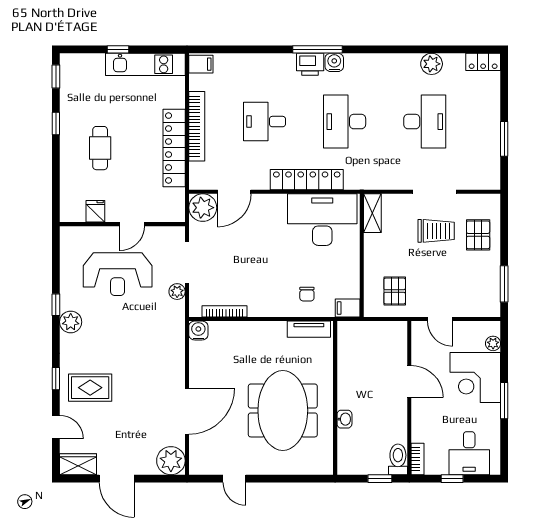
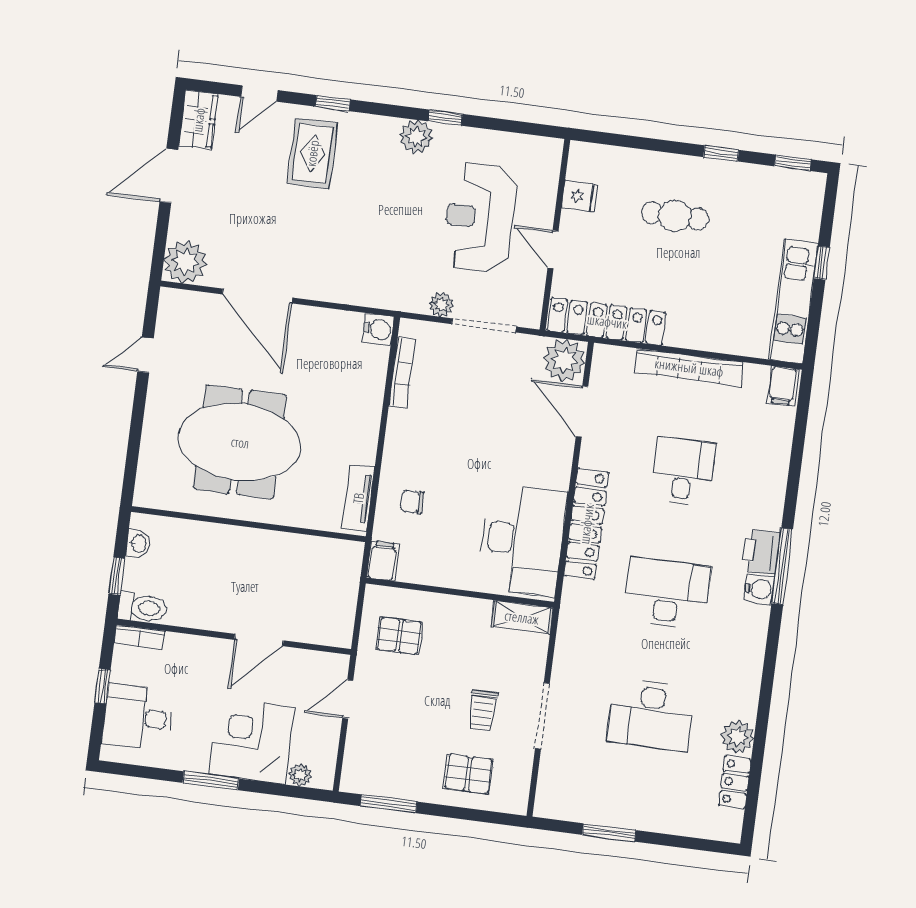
locker: (483, 62) -> (735, 782), moved
locker: (174, 148) -> (607, 321), moved
trolley: (436, 231) -> (483, 711), width x0.73, depth x0.72
washbasin: (344, 419) -> (138, 543), moved, turned -90

